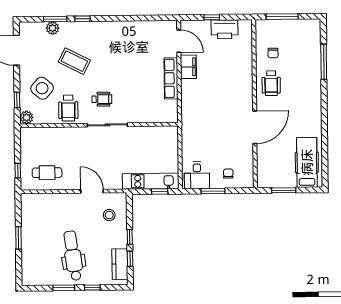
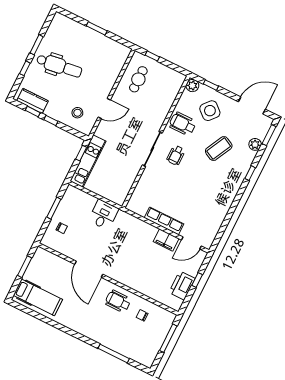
window: (55, 19) -> (269, 135), moved
desk: (197, 175) -> (103, 215), moved, turned 90
window: (160, 192) -> (81, 153), moved

